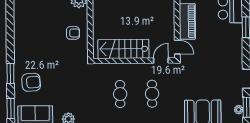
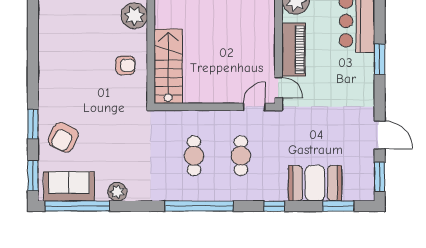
stairs: (123, 49) -> (168, 66), moved, turned 90
armchair: (31, 82) -> (63, 137), turned 120
plant: (239, 110) -> (368, 180), removed

